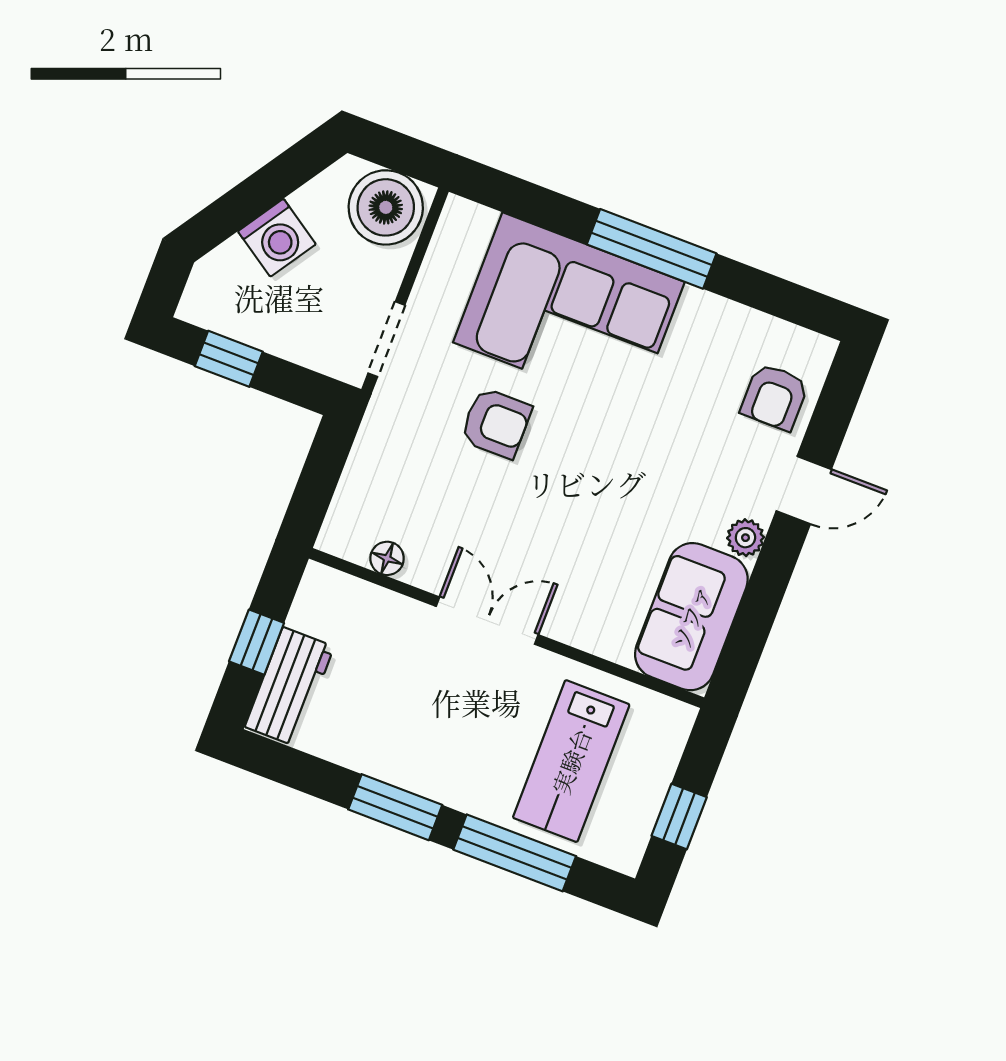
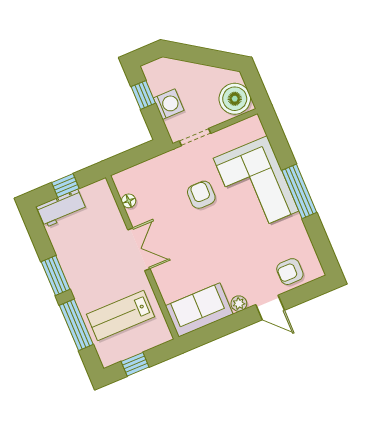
washing machine: (277, 238) -> (169, 104), moved, turned -124
armchair: (496, 423) -> (201, 195), turned 180

